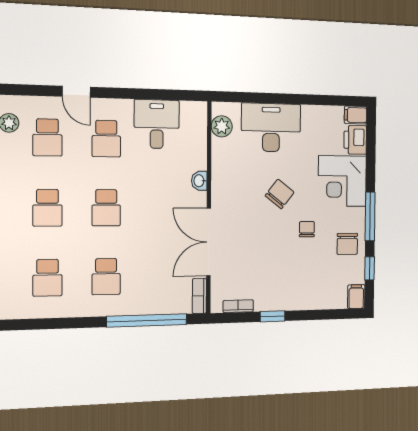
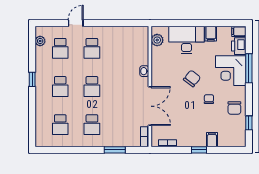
door: (76, 92) -> (76, 23), swing flipped
filing cabinet: (311, 118) -> (211, 34), added
desk: (157, 124) -> (120, 40), removed
window: (370, 216) -> (249, 68), moved
double door: (209, 242) -> (150, 106), swing flipped
filing cabinet: (356, 297) -> (212, 140), moved
window: (273, 316) -> (199, 150), moved
window: (147, 320) -> (115, 150), width x0.47

